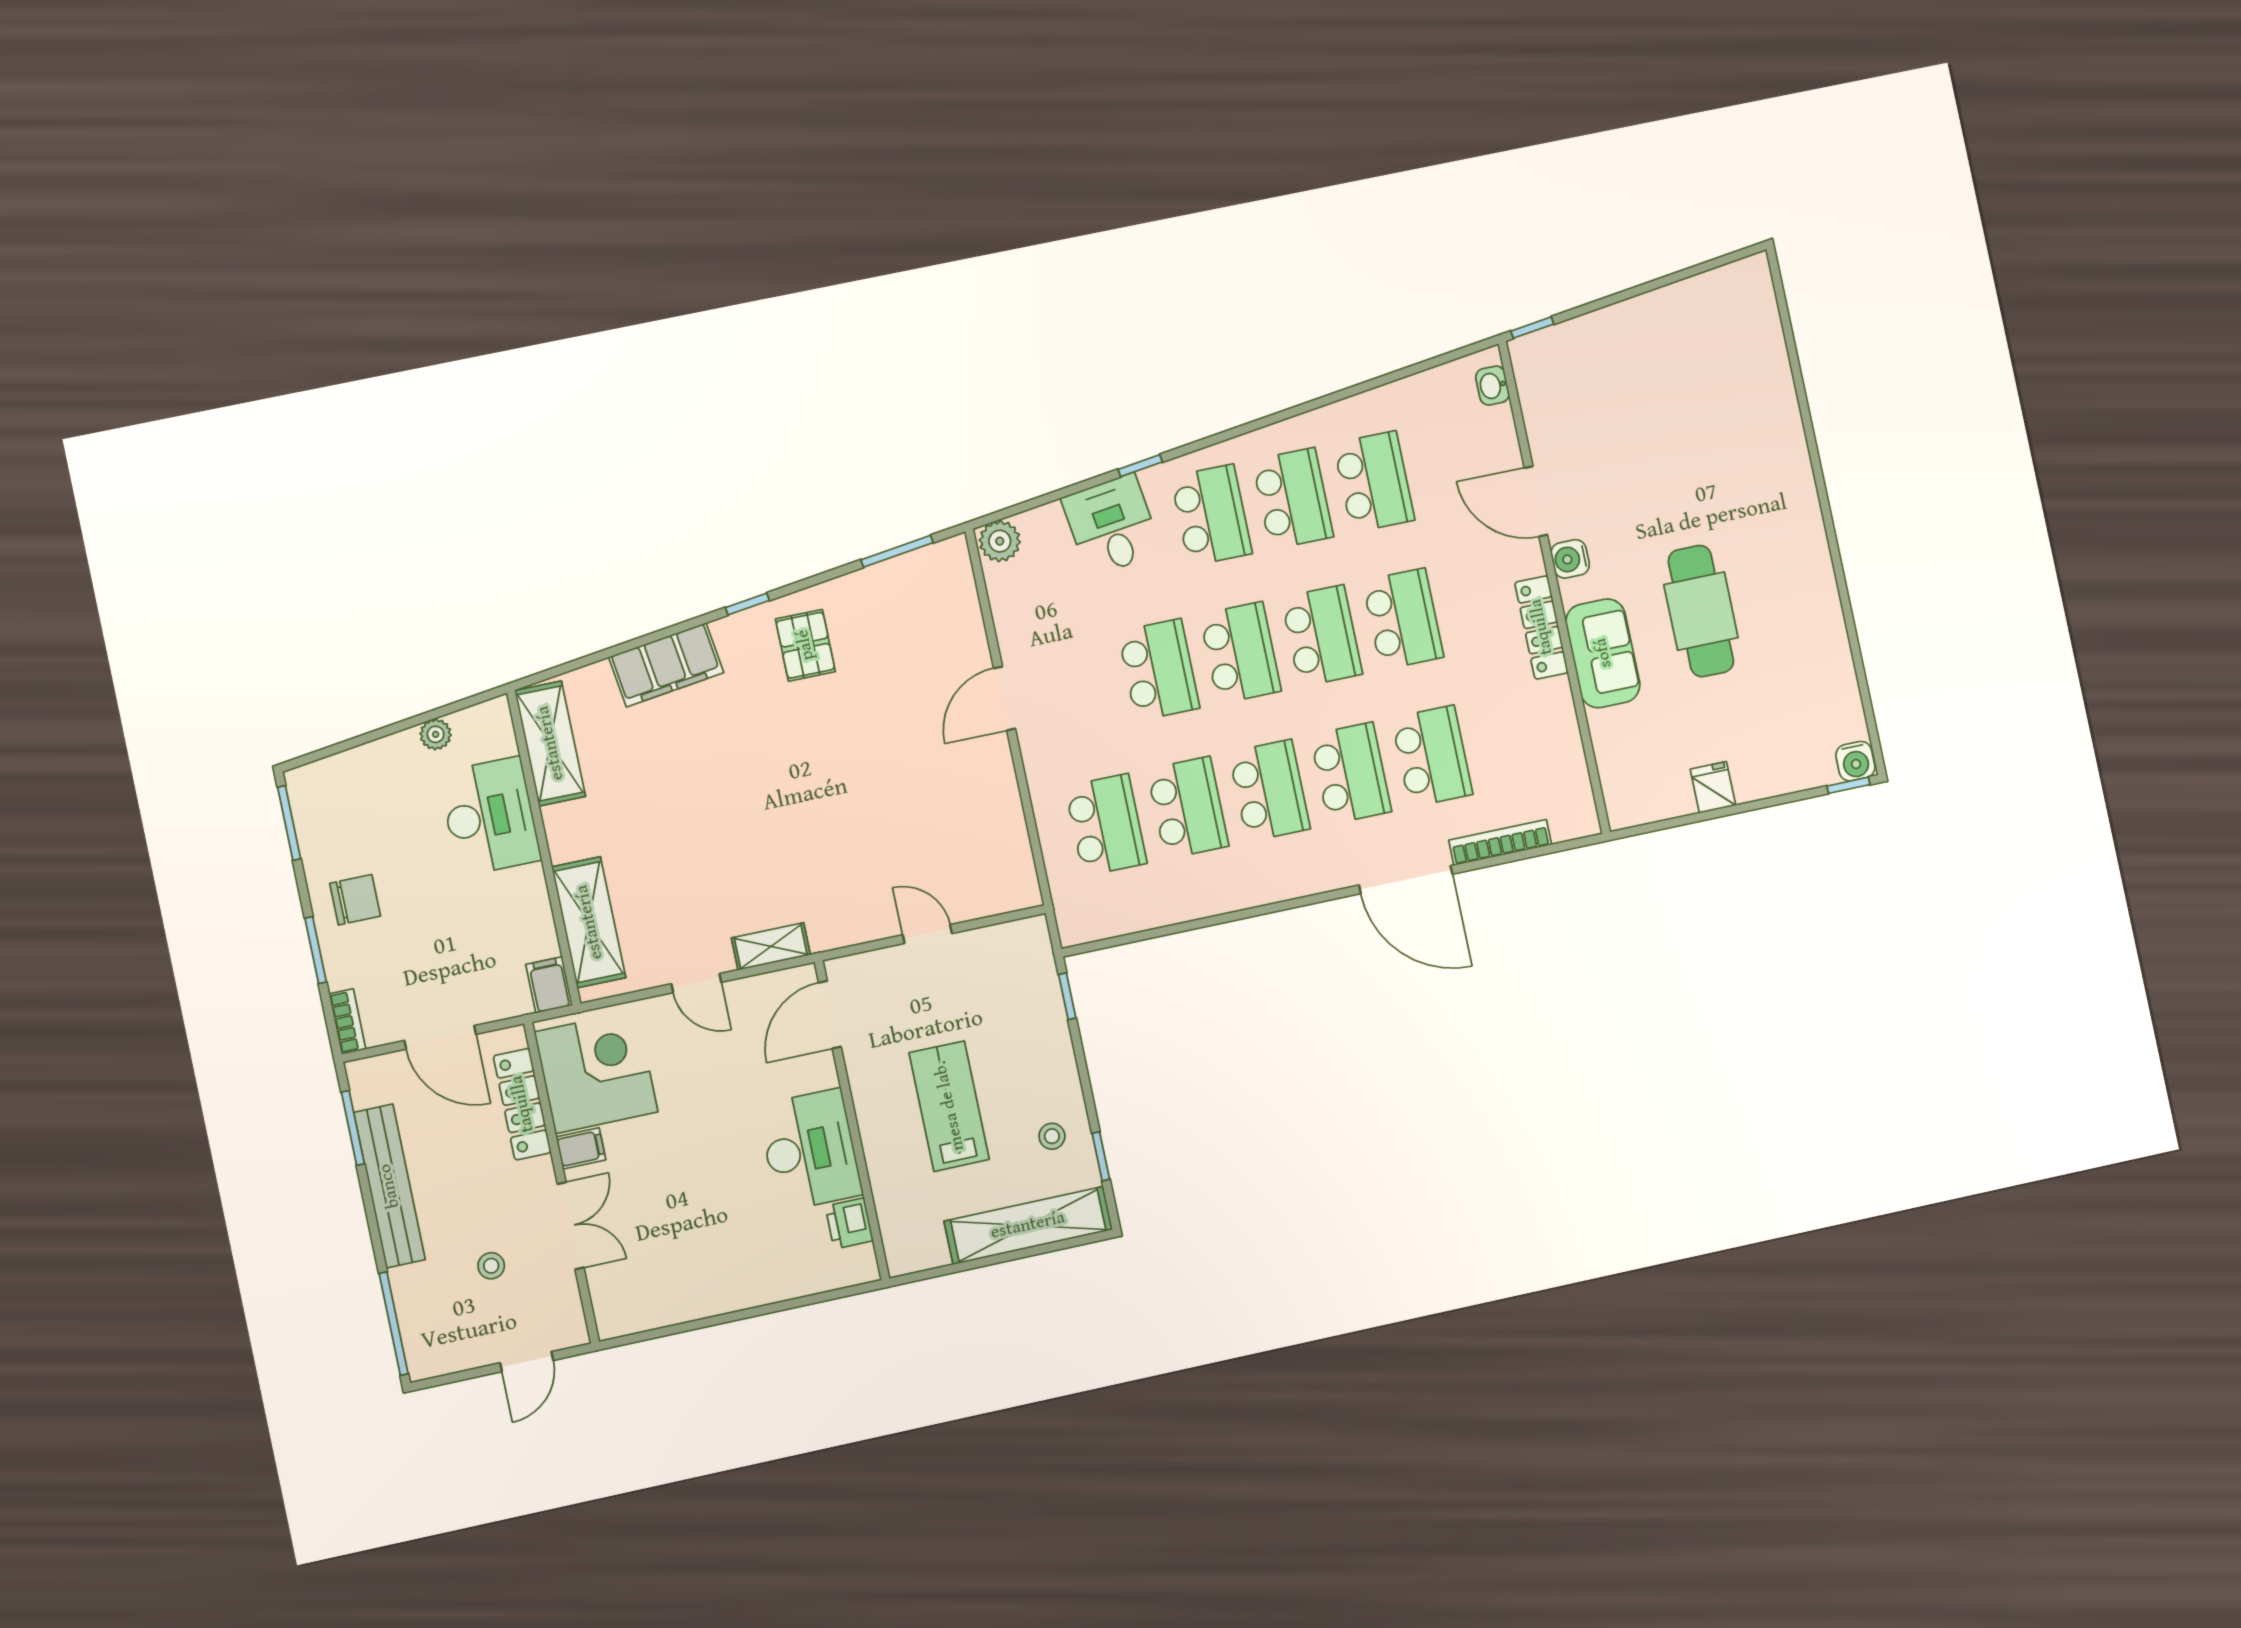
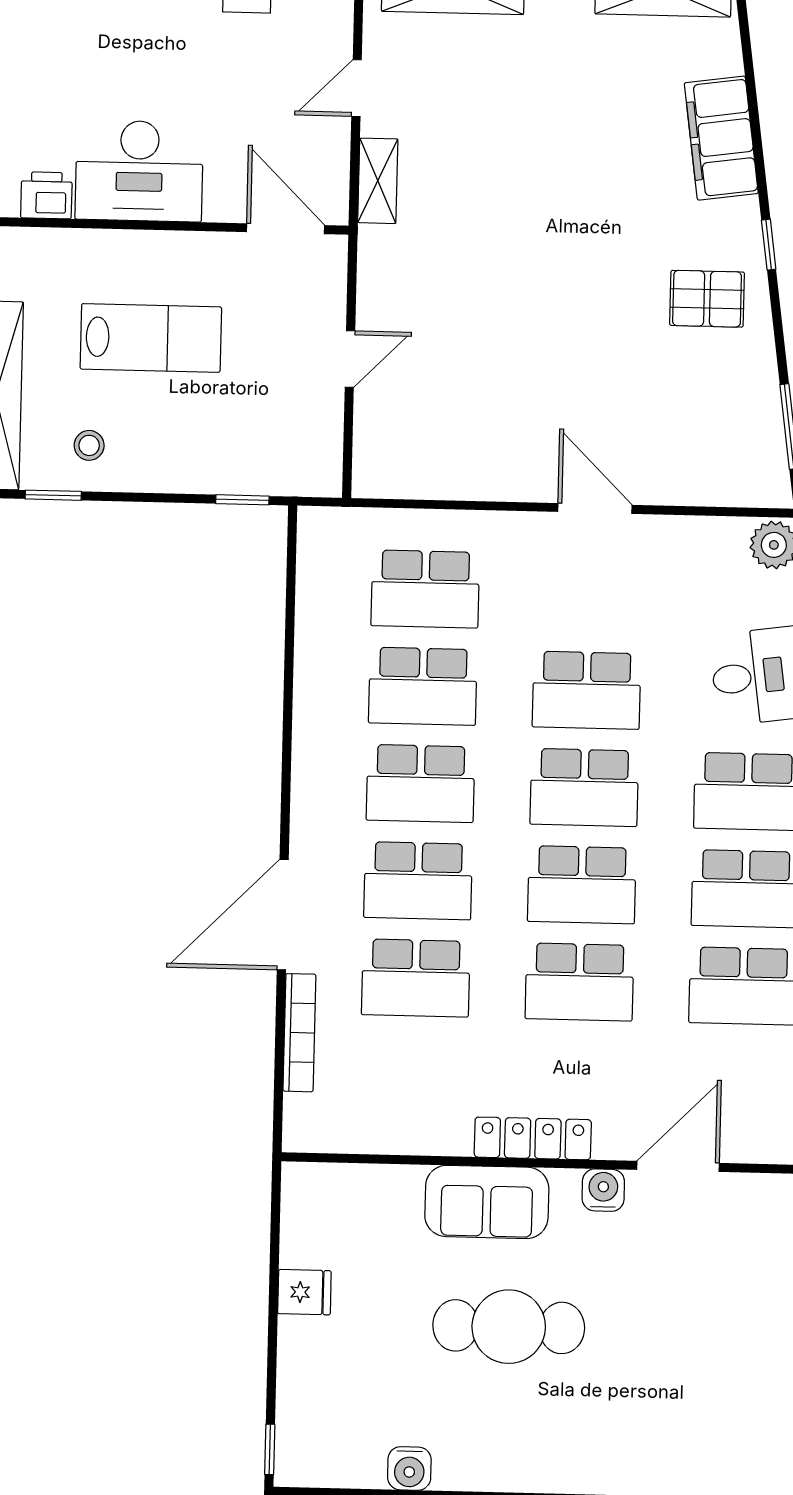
water cooler: (1855, 761) -> (409, 1468), moved, turned -90

